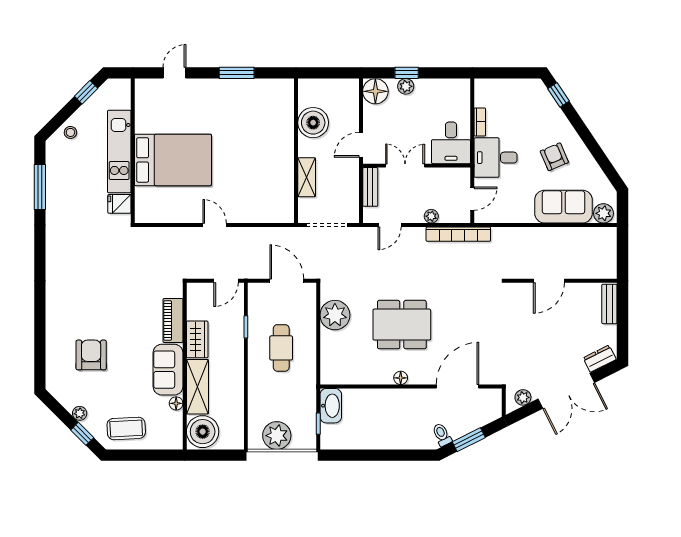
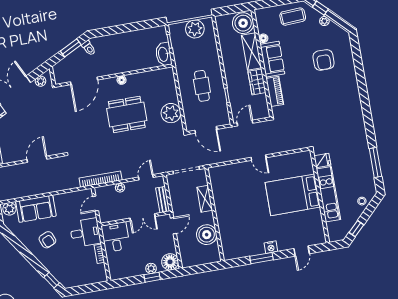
nightstand: (220, 87) -> (271, 247), added

